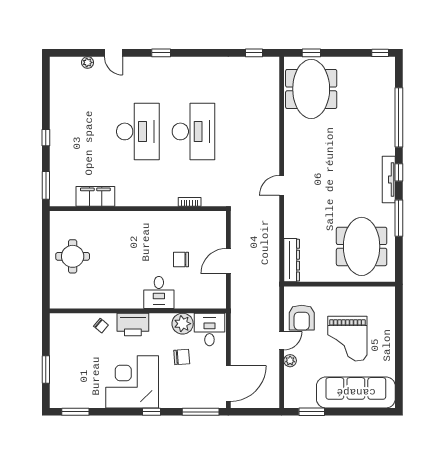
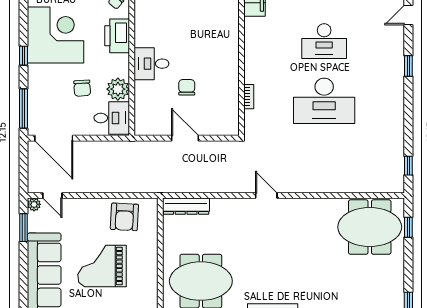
desk: (138, 131) -> (324, 41), width x0.73, depth x0.77
armchair: (302, 318) -> (124, 217), turned -87
door: (282, 341) -> (52, 195), moved
plant: (290, 361) -> (34, 204), moved

